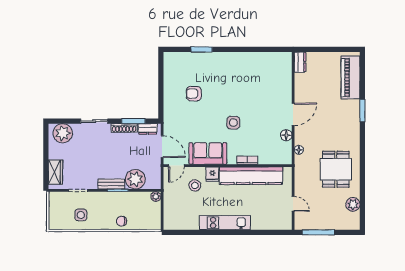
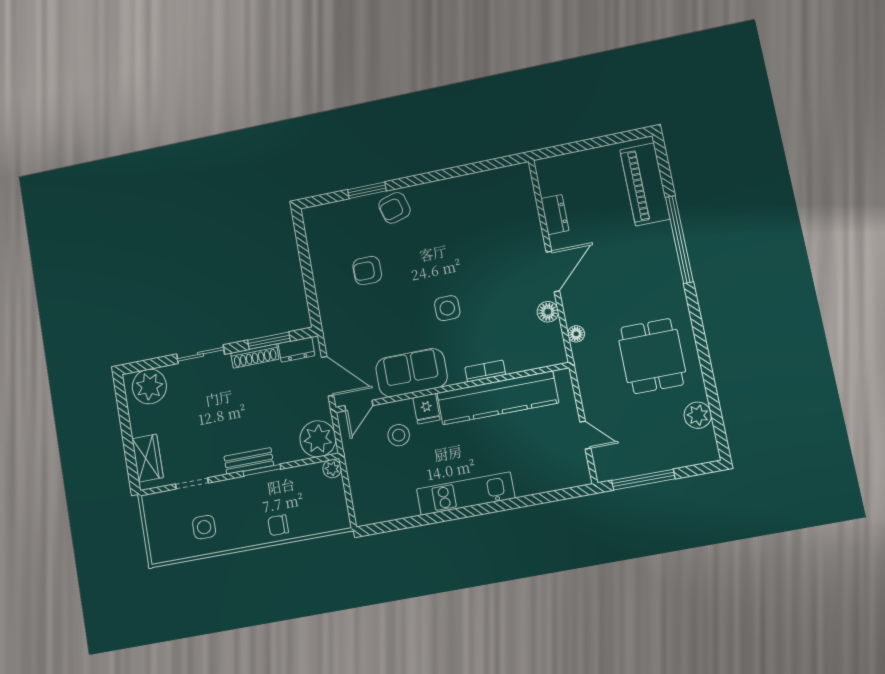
armchair: (215, 62) -> (395, 208), added
dresser: (300, 62) -> (555, 215), moved
window: (362, 111) -> (679, 239), width x2.11
plant: (135, 179) -> (318, 439), moved

